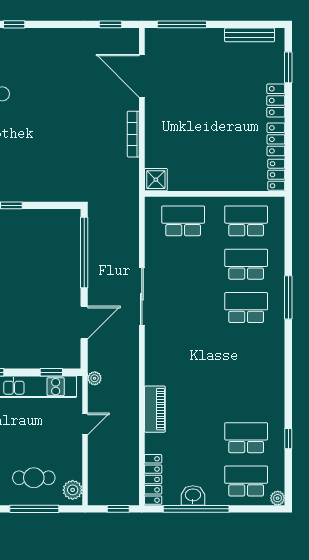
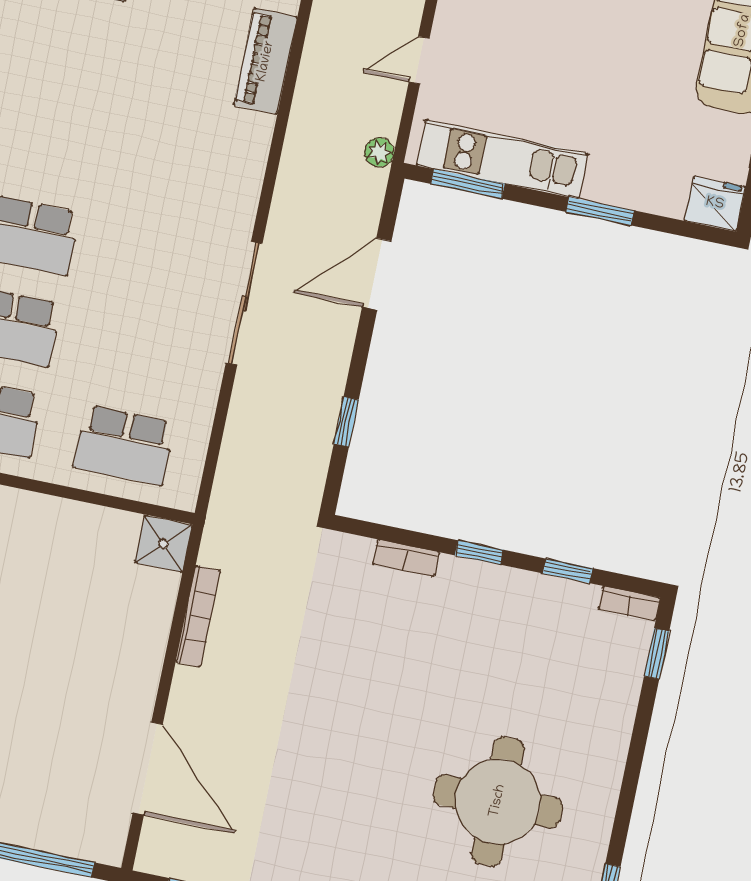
bookcase: (133, 134) -> (198, 616), moved
bookcase: (44, 196) -> (406, 558), added
window: (84, 252) -> (346, 422), width x0.32
window: (51, 372) -> (468, 184), width x1.50

